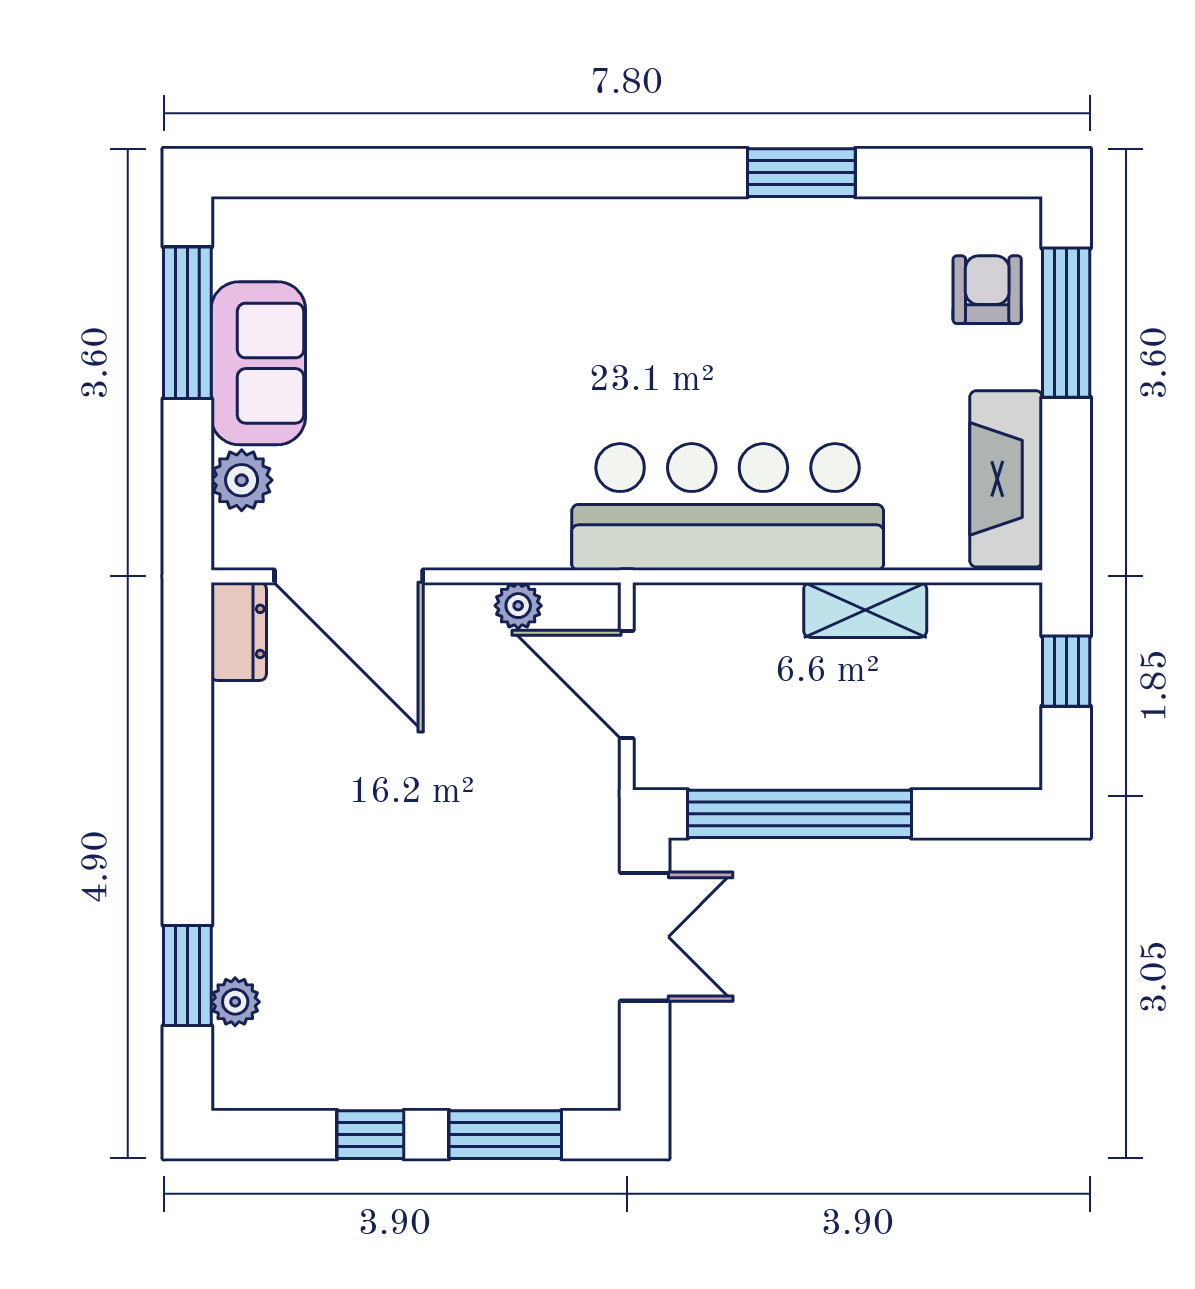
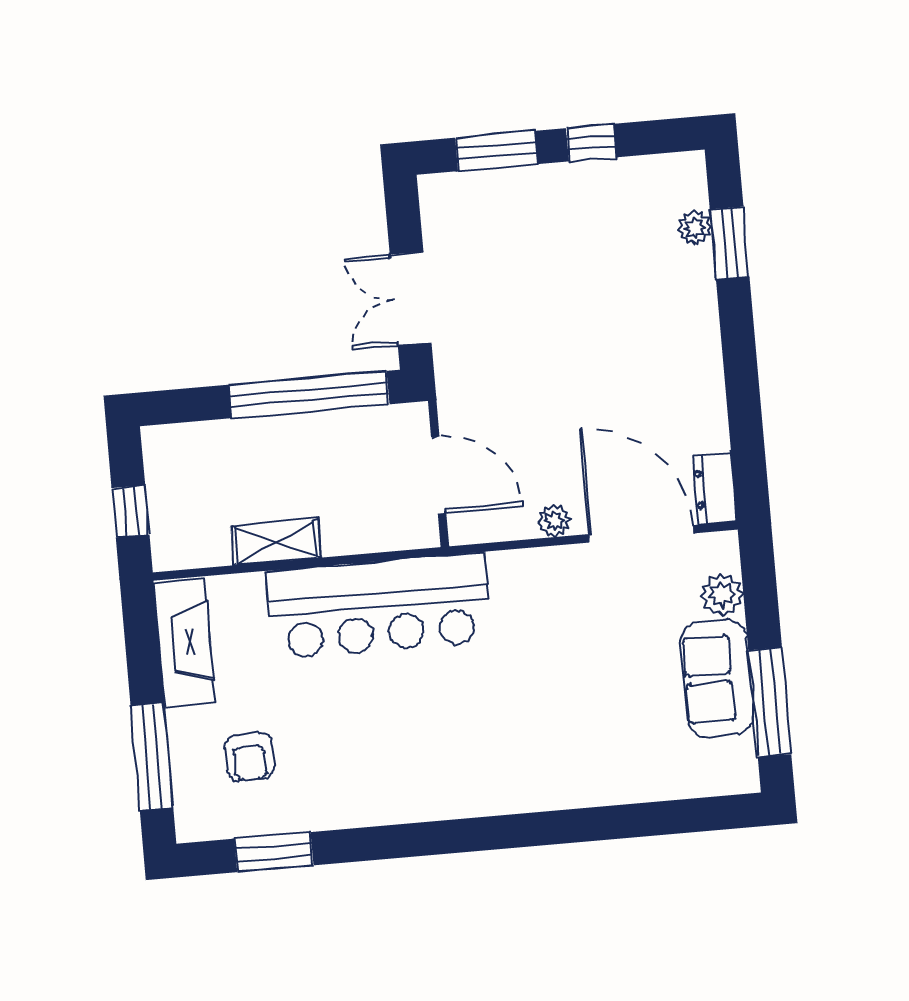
window: (801, 173) -> (274, 852), moved
armchair: (987, 290) -> (250, 757), moved
plant: (518, 606) -> (554, 521), moved

